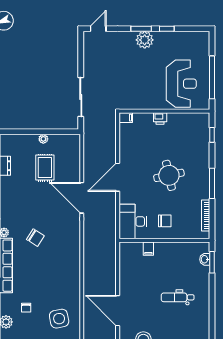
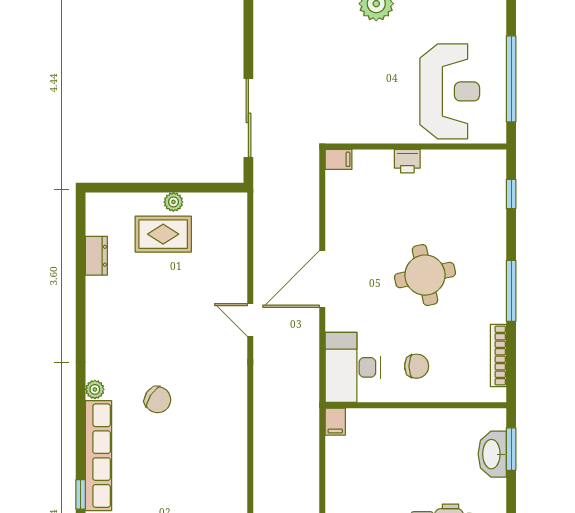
rug: (45, 168) -> (163, 234), moved, turned 90
door: (82, 198) -> (250, 320), width x0.53
filing cabinet: (148, 249) -> (335, 422), moved
washbasin: (205, 259) -> (492, 454), width x1.91, depth x1.45

